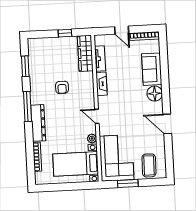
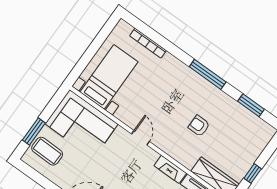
door: (97, 116) -> (141, 138), hinge flipped
dresser: (38, 123) -> (182, 72), removed
plant: (92, 139) -> (122, 114), removed
window: (128, 183) -> (34, 131), moved

